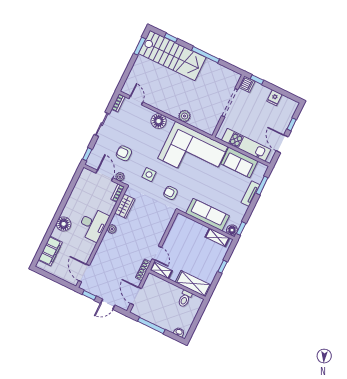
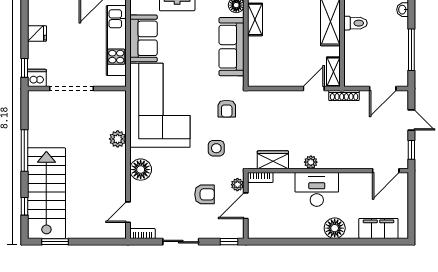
armchair: (124, 153) -> (204, 194), turned -90

